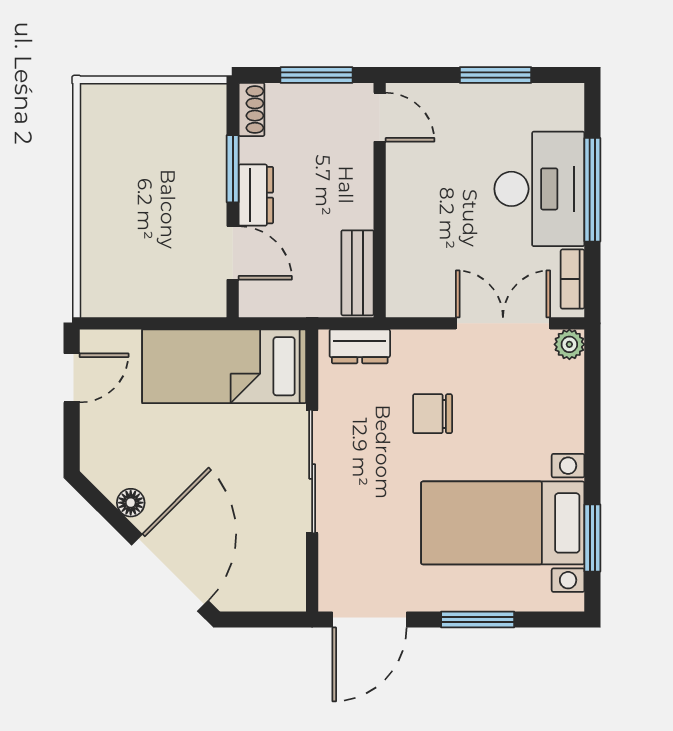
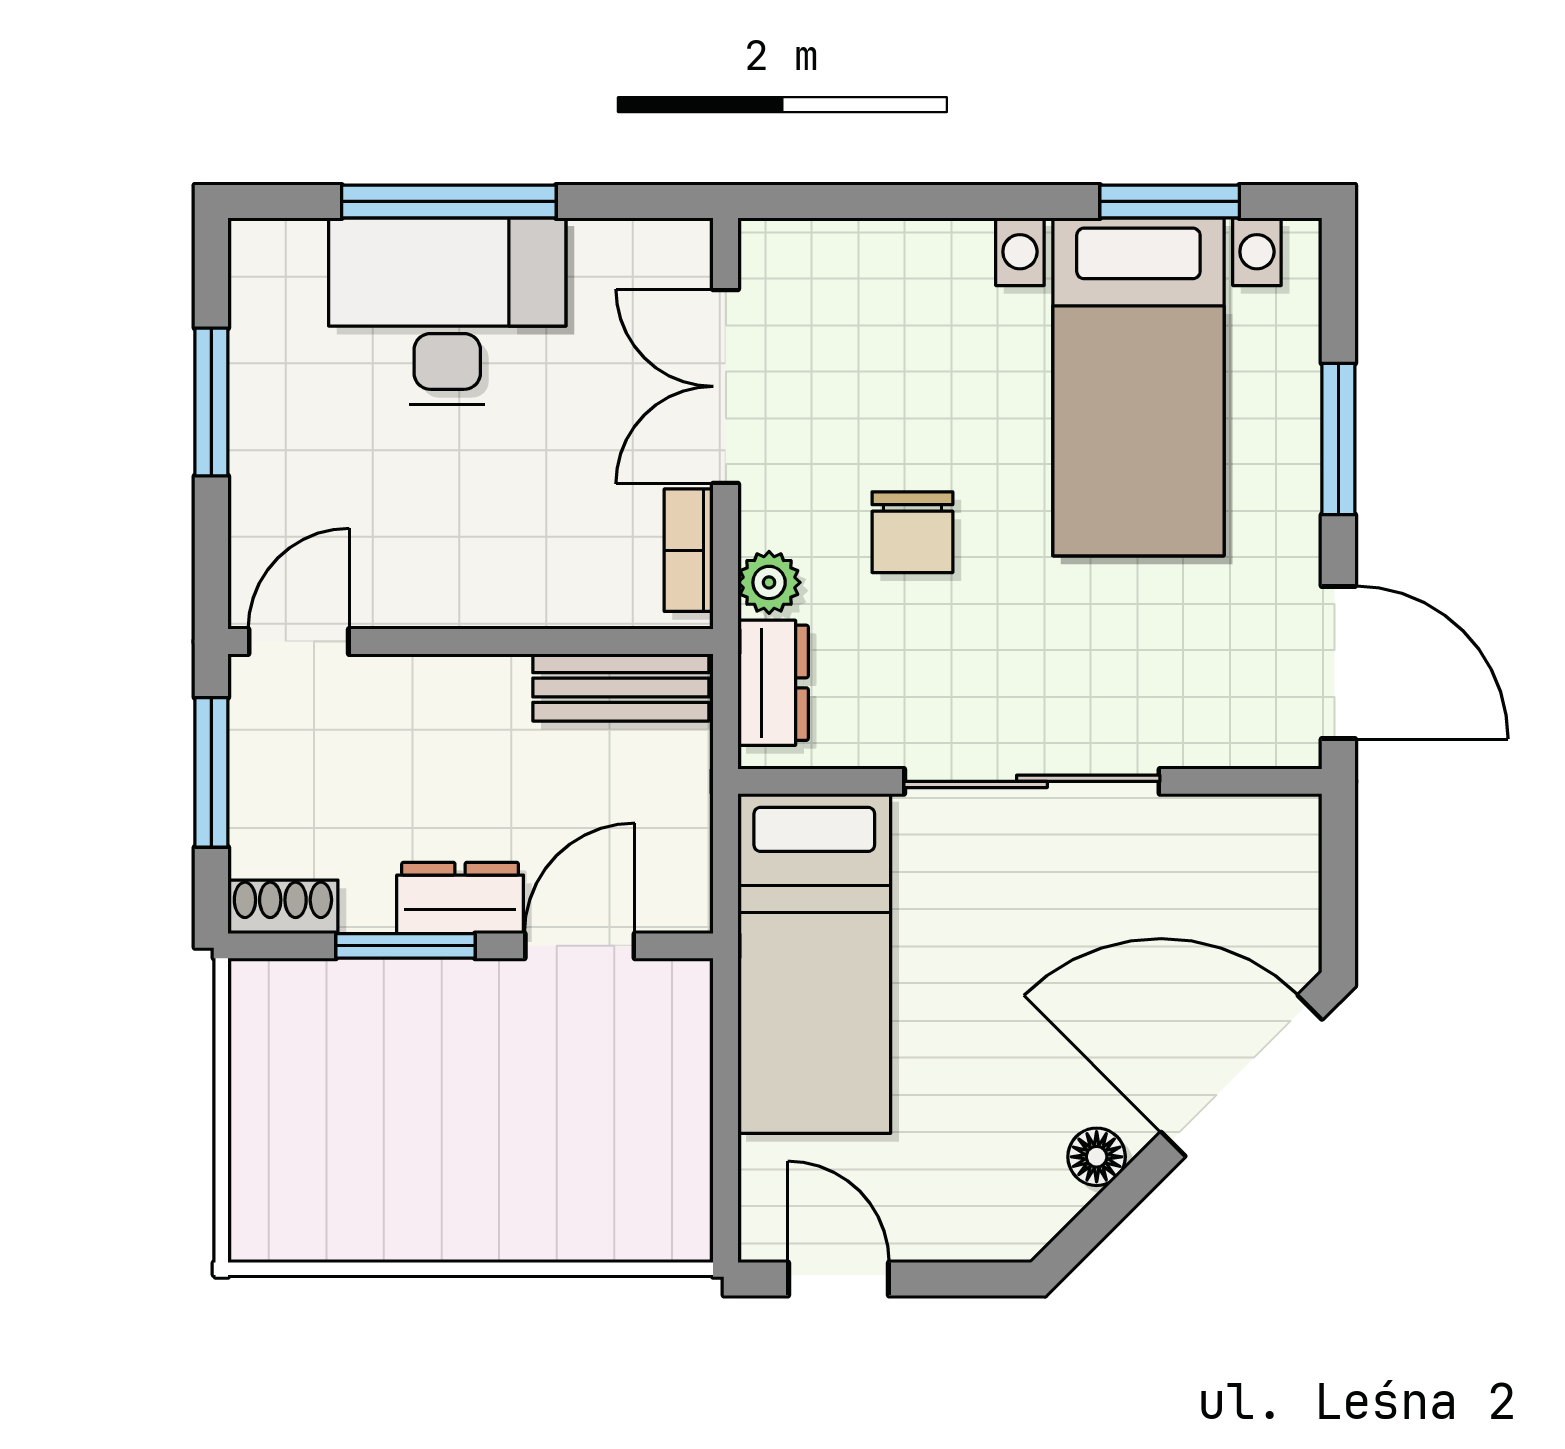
bookcase: (573, 279) -> (689, 550), moved, turned 90
plant: (569, 344) -> (769, 582), moved

